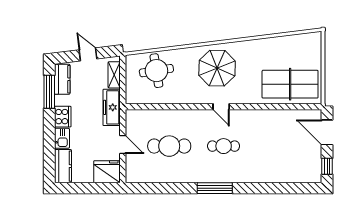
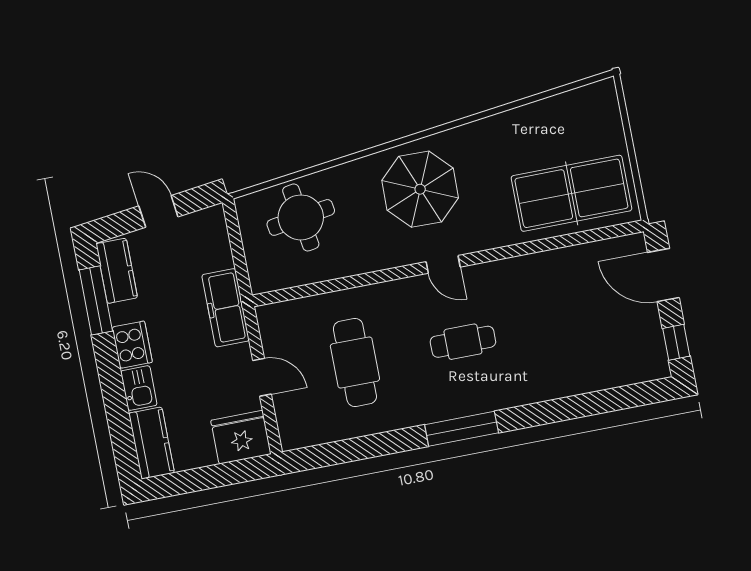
shelving: (114, 75) -> (218, 242), removed
cafe table: (169, 146) -> (355, 362), turned 90

